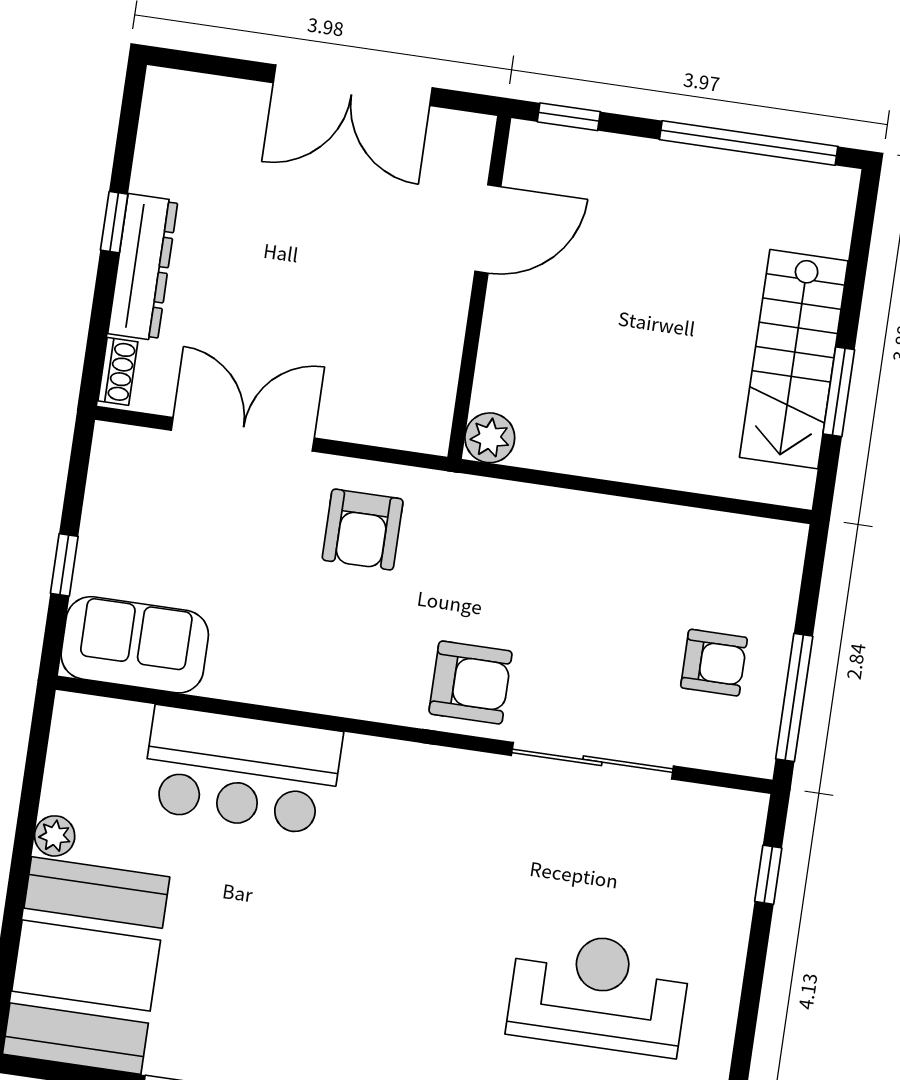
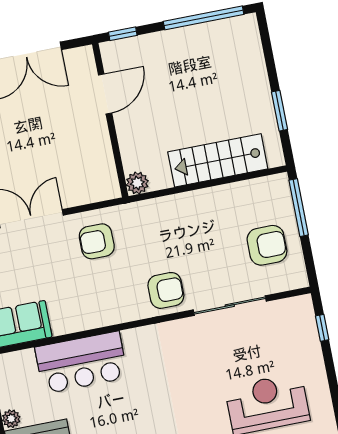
stairs: (794, 359) -> (218, 160), moved, turned 90
armchair: (363, 530) -> (97, 241), turned 90
armchair: (714, 663) -> (267, 245), width x1.38, depth x1.38
window: (794, 698) -> (299, 208), moved

